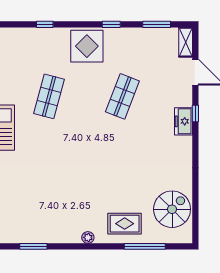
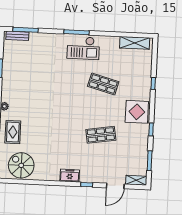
shop shelf: (122, 96) -> (101, 135), turned -30
freezer: (183, 121) -> (70, 176), moved
spiral stairs: (172, 209) -> (21, 165), turned 180

